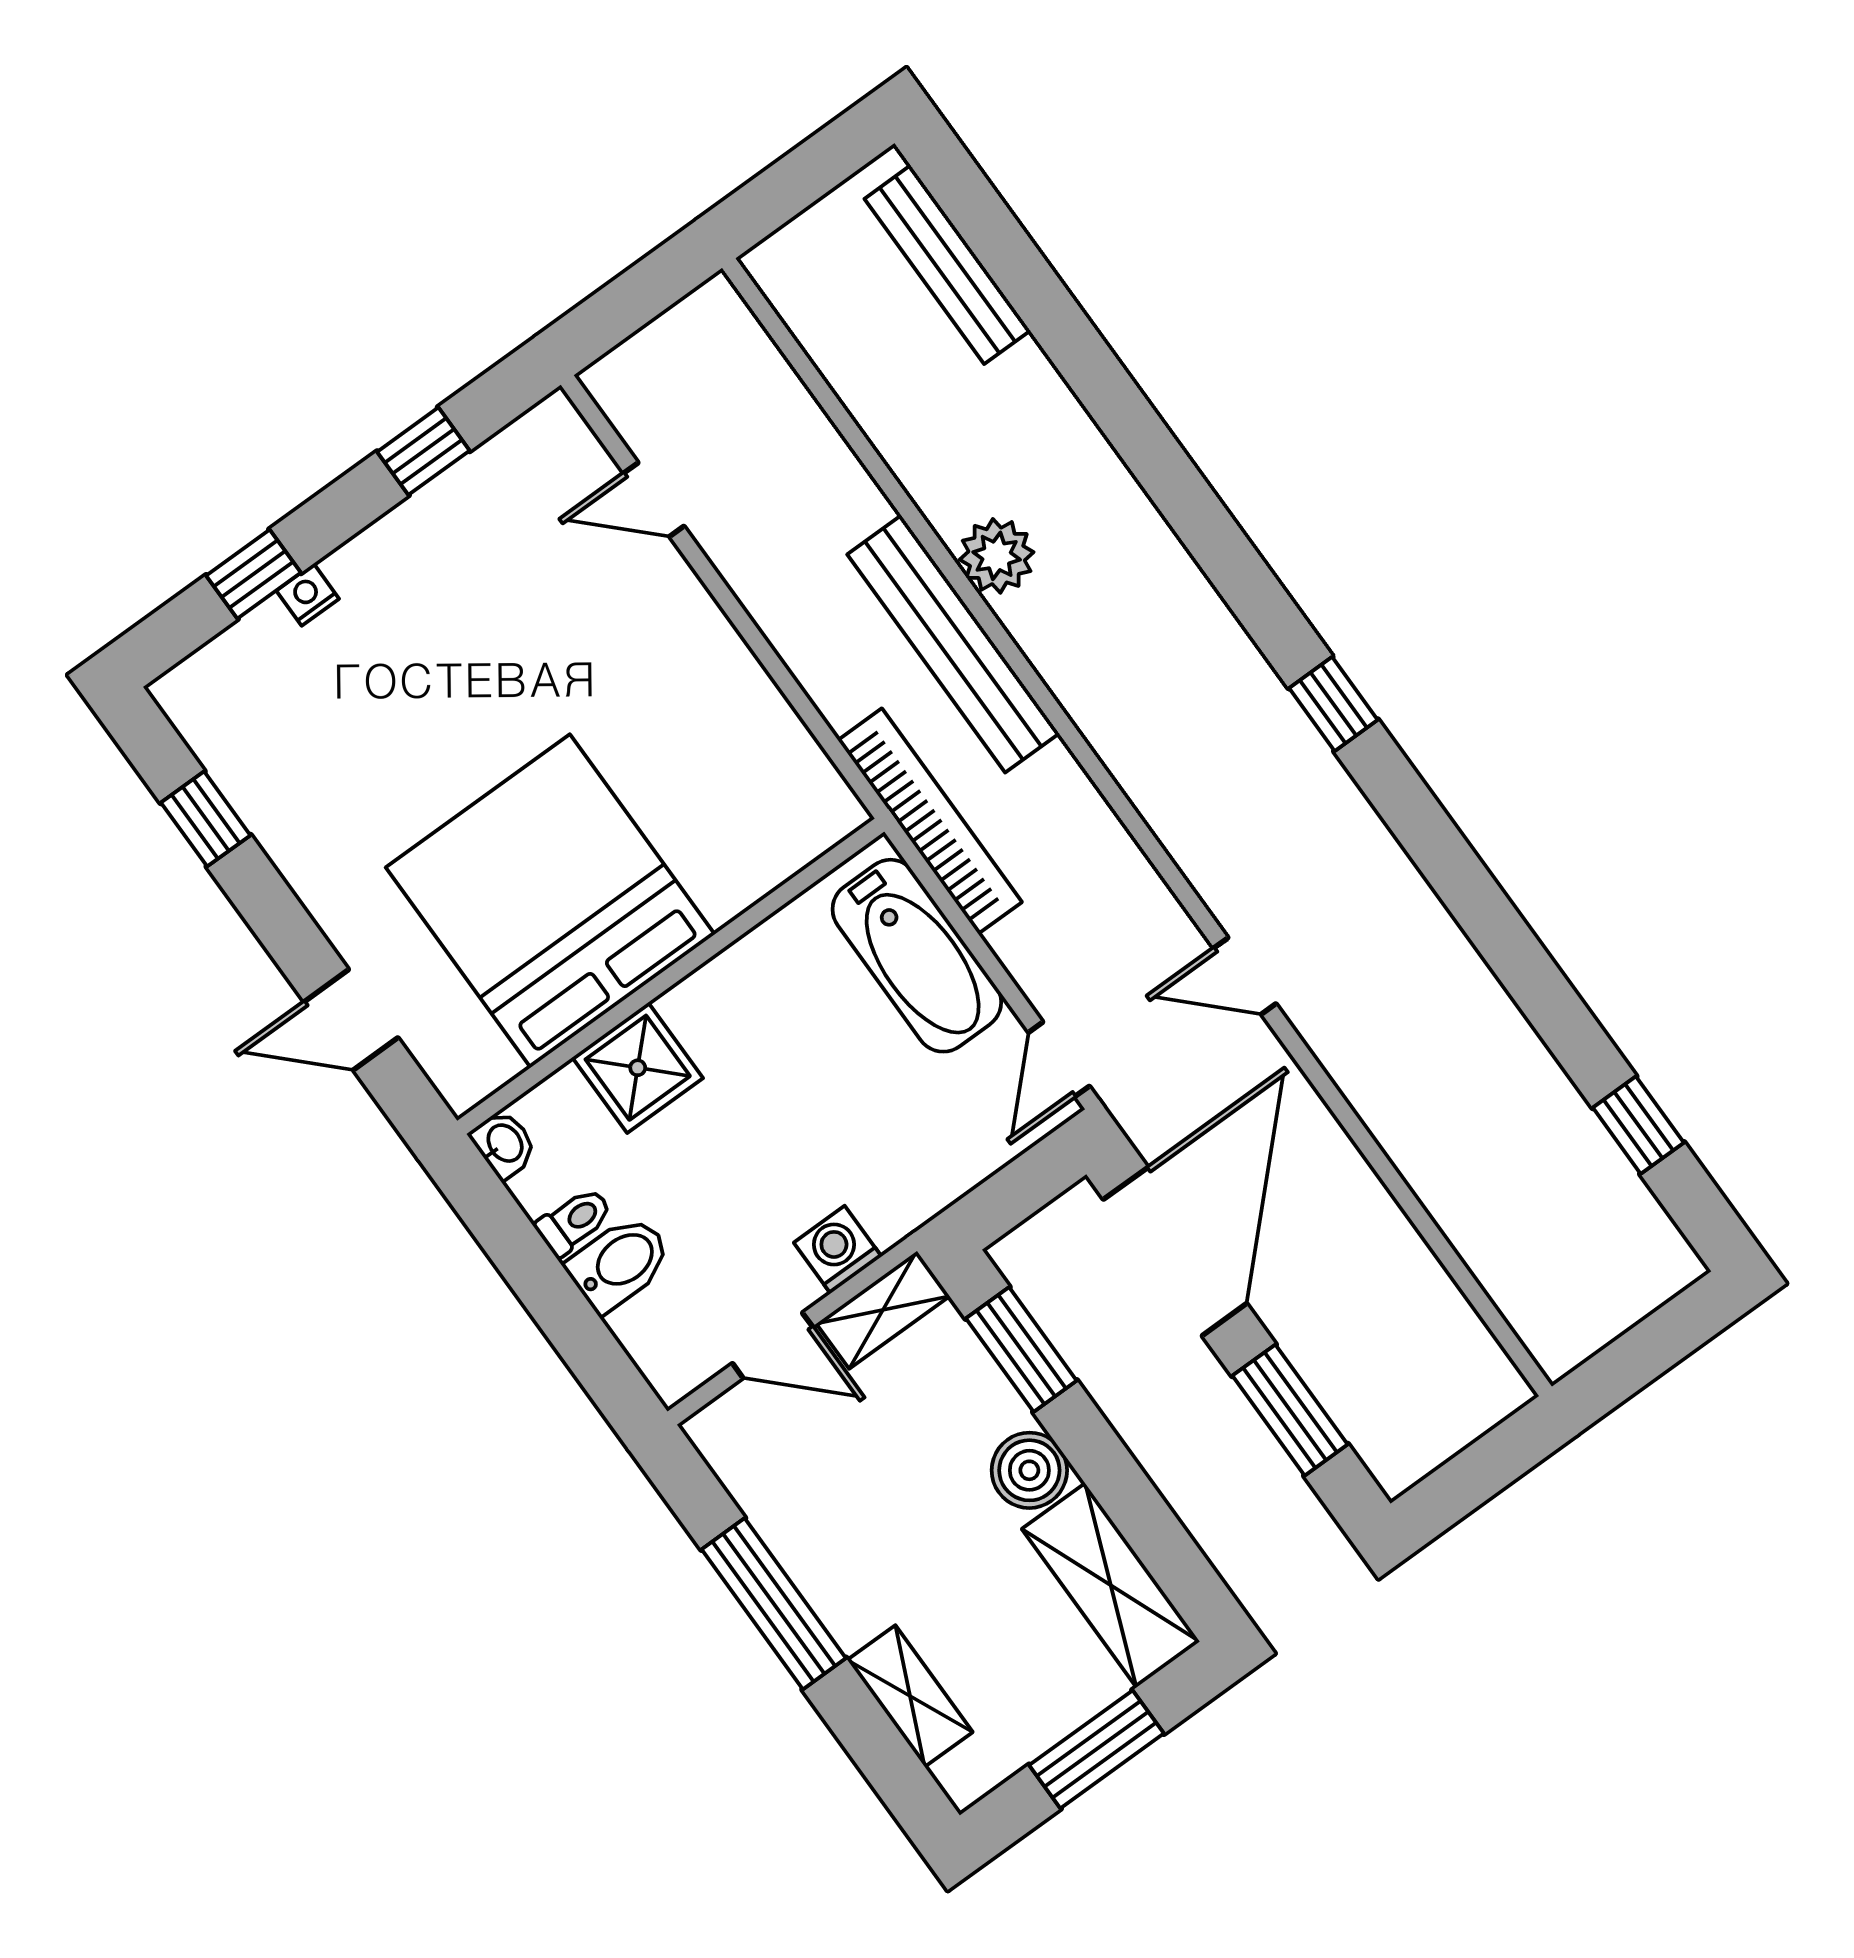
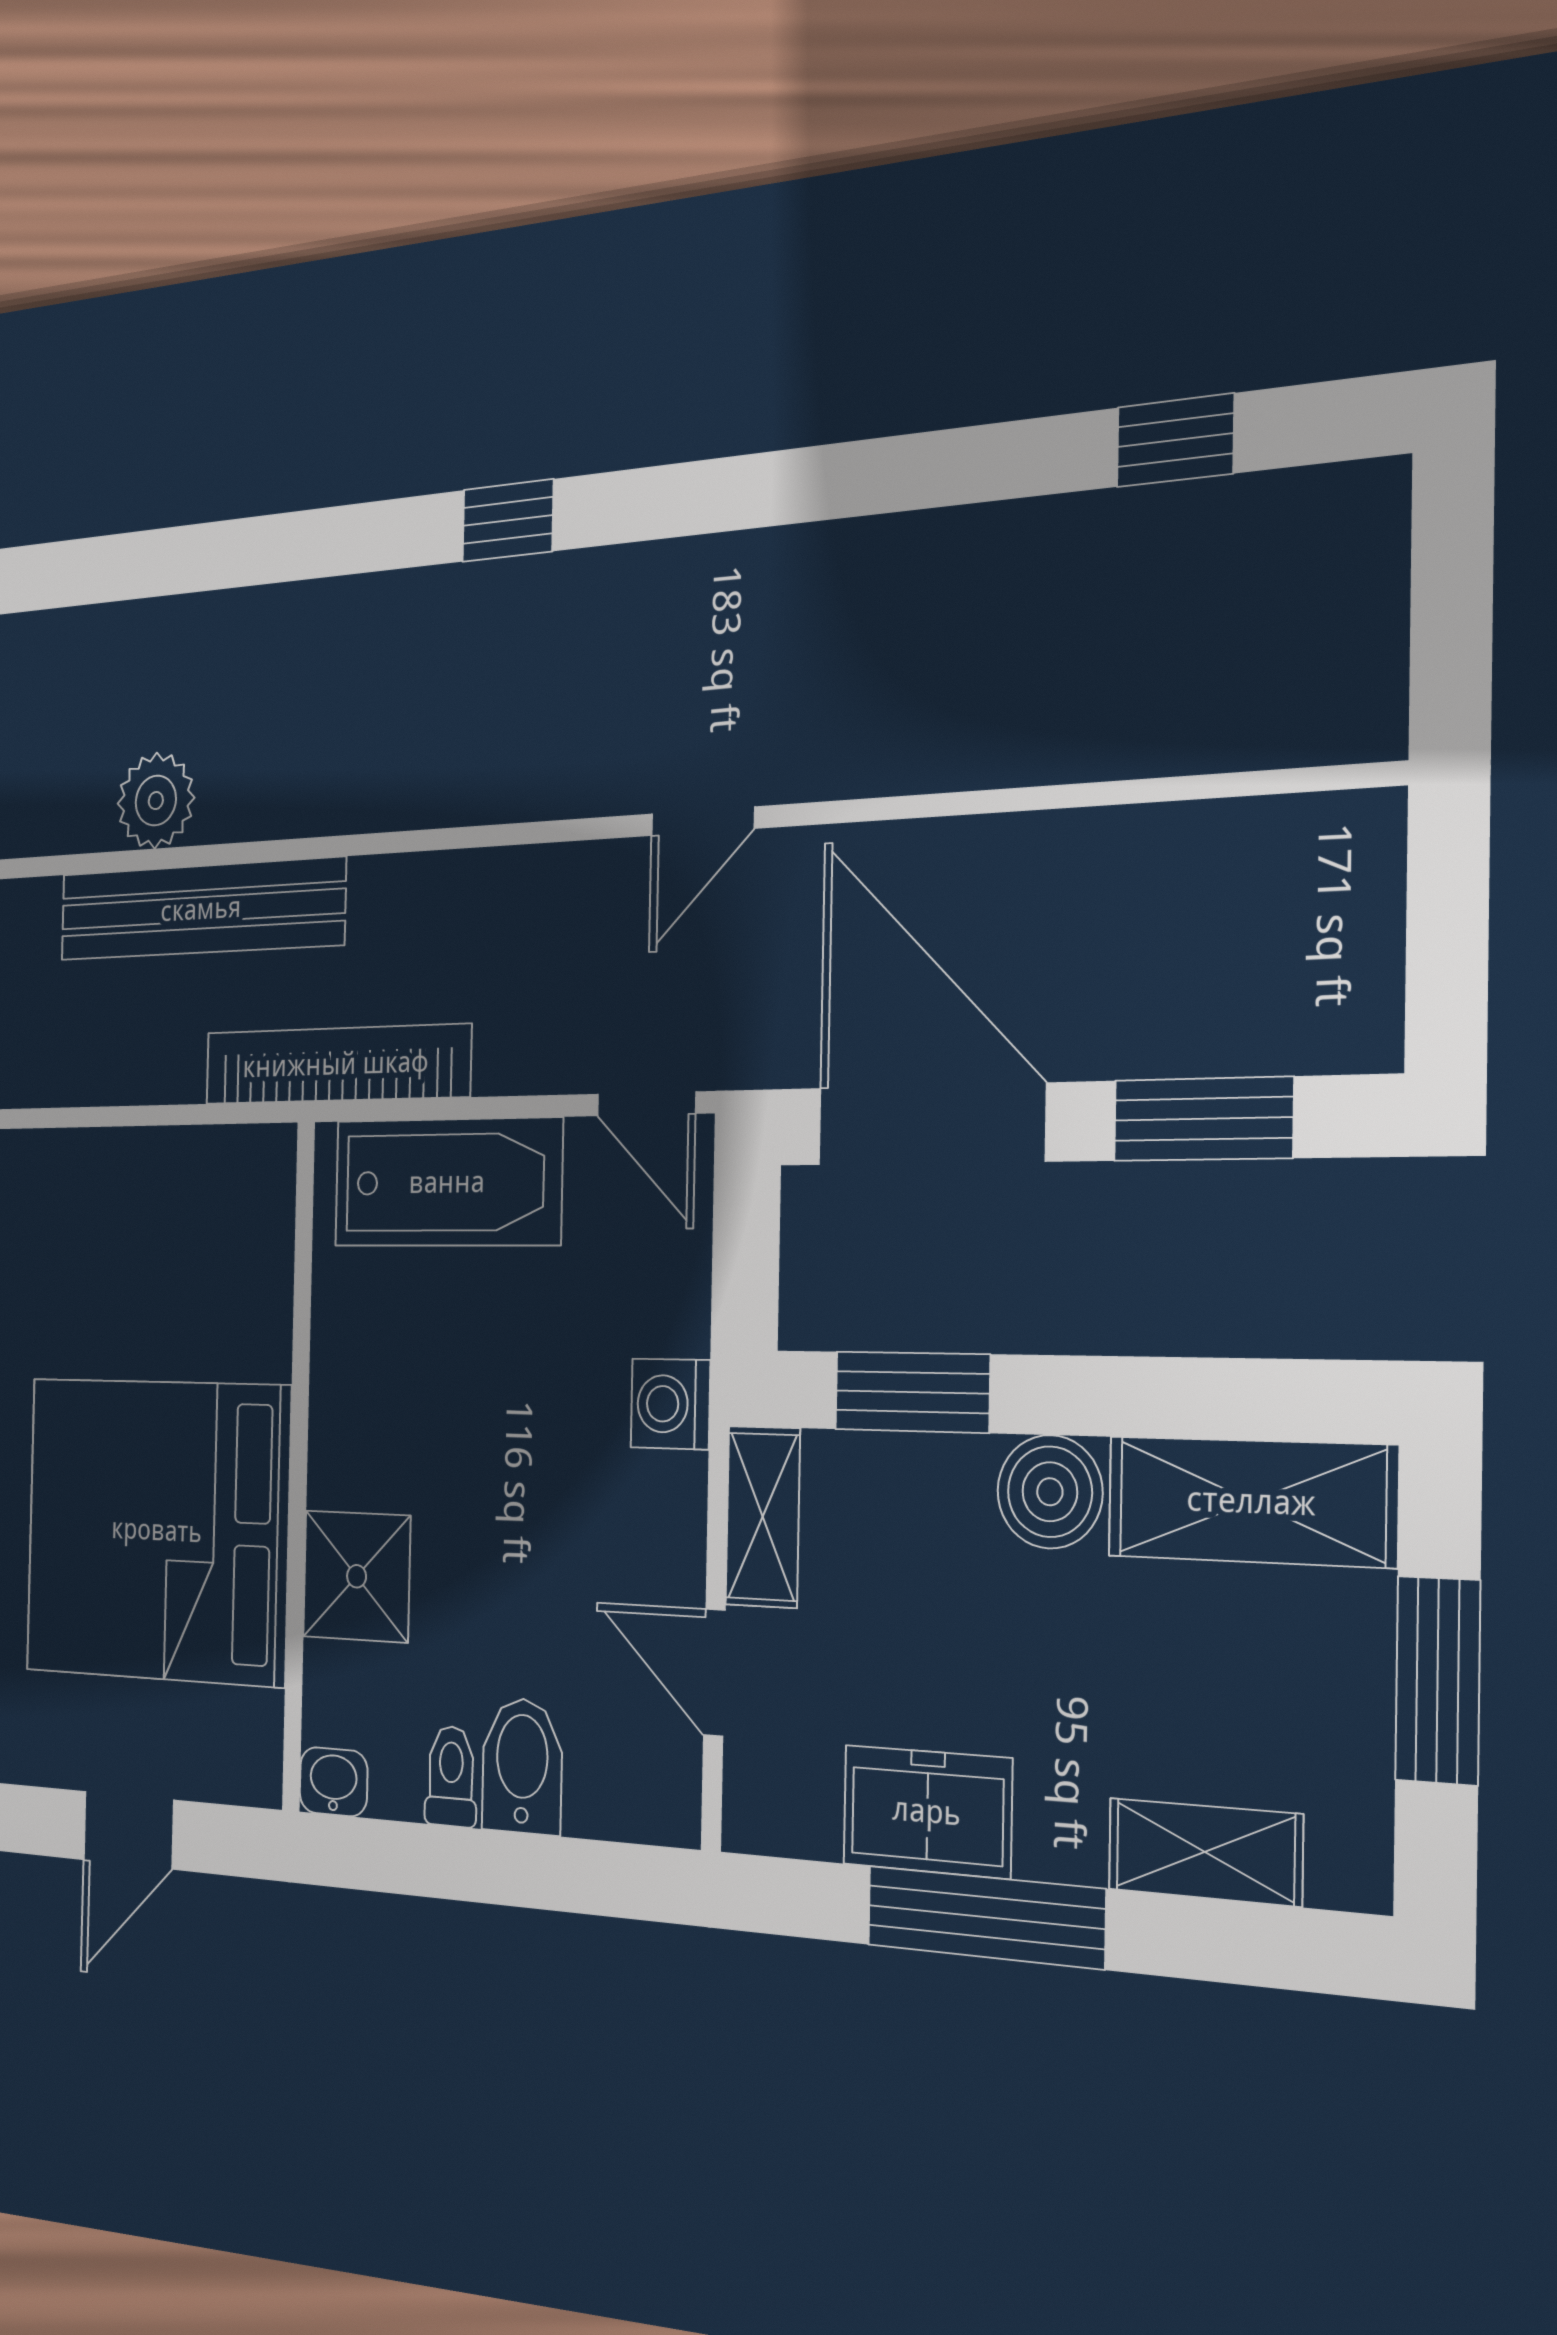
washing machine: (838, 1250) -> (670, 1404), moved
door: (773, 1345) -> (714, 1673), swing flipped
freezer: (802, 1529) -> (927, 1811), added

